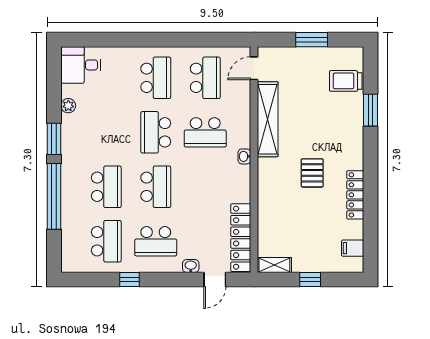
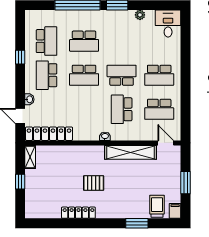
school desk: (106, 241) -> (46, 41), turned -90
filing cabinet: (353, 248) -> (175, 211), moved

